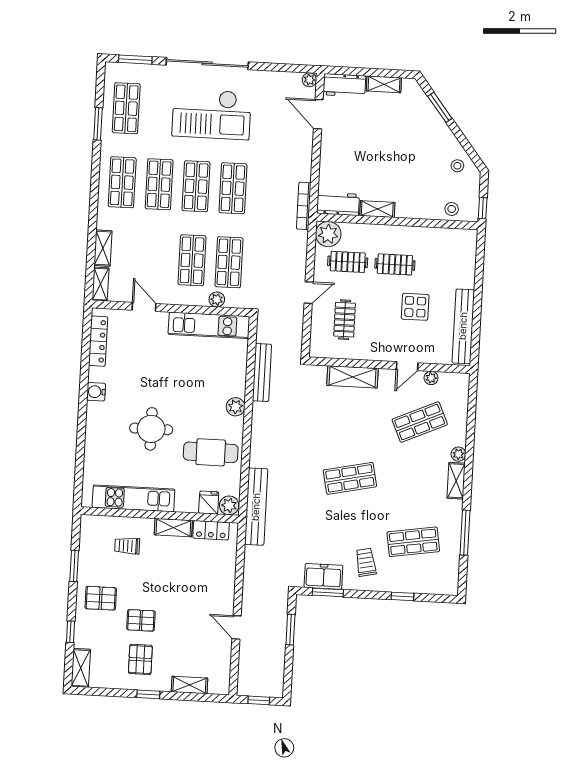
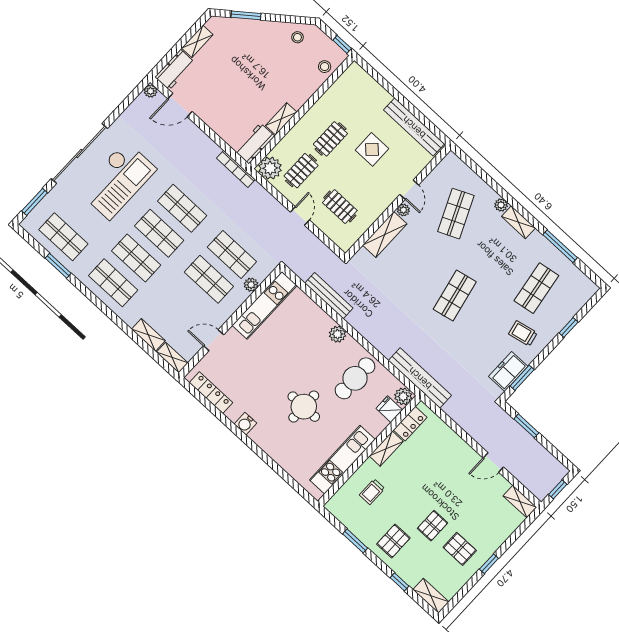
plant: (431, 378) -> (403, 210), moved
shelving: (189, 685) -> (520, 502), moved, turned 90

